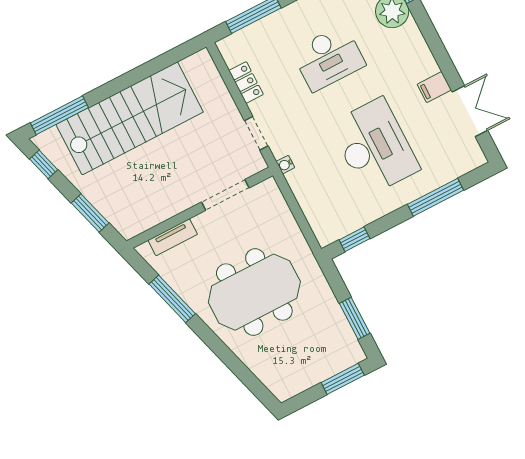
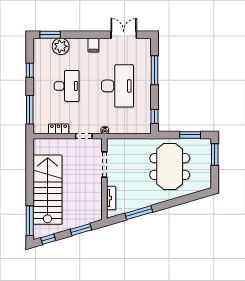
filing cabinet: (434, 87) -> (93, 45), moved
desk: (375, 147) -> (118, 86), turned 90
meeting table: (254, 292) -> (170, 167), moved

